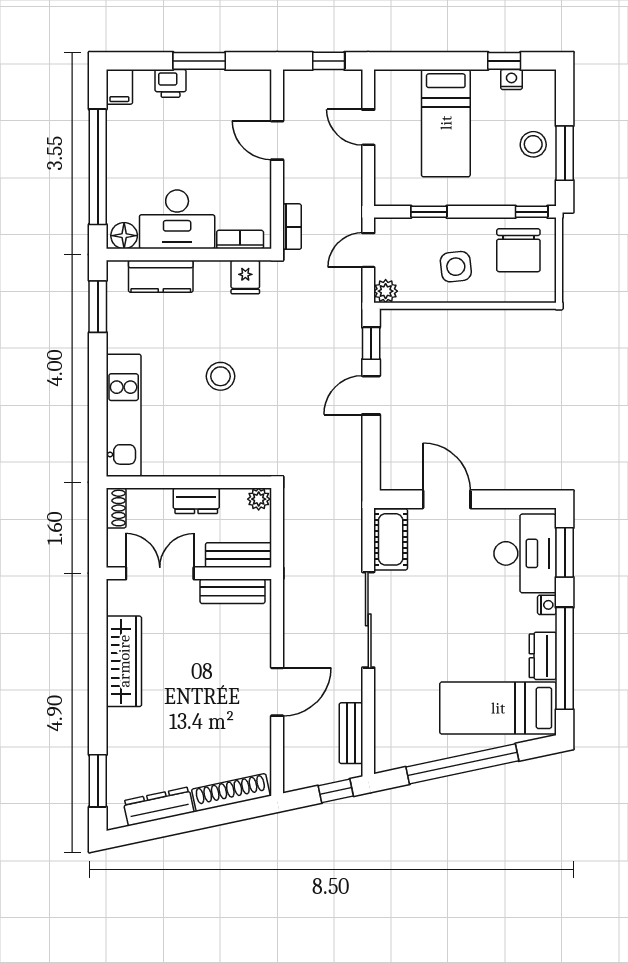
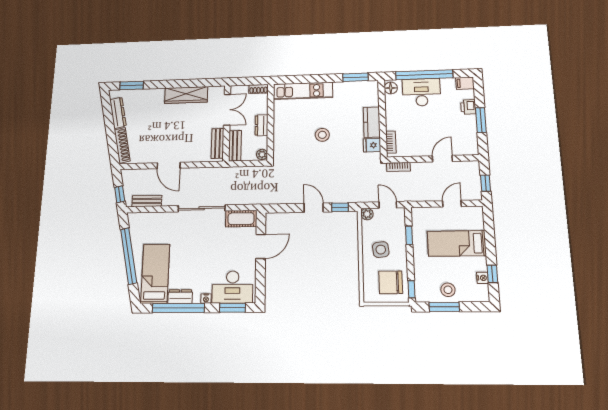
desk: (177, 219) -> (422, 92), moved, turned 90
kitchen counter: (161, 276) -> (372, 122), moved

